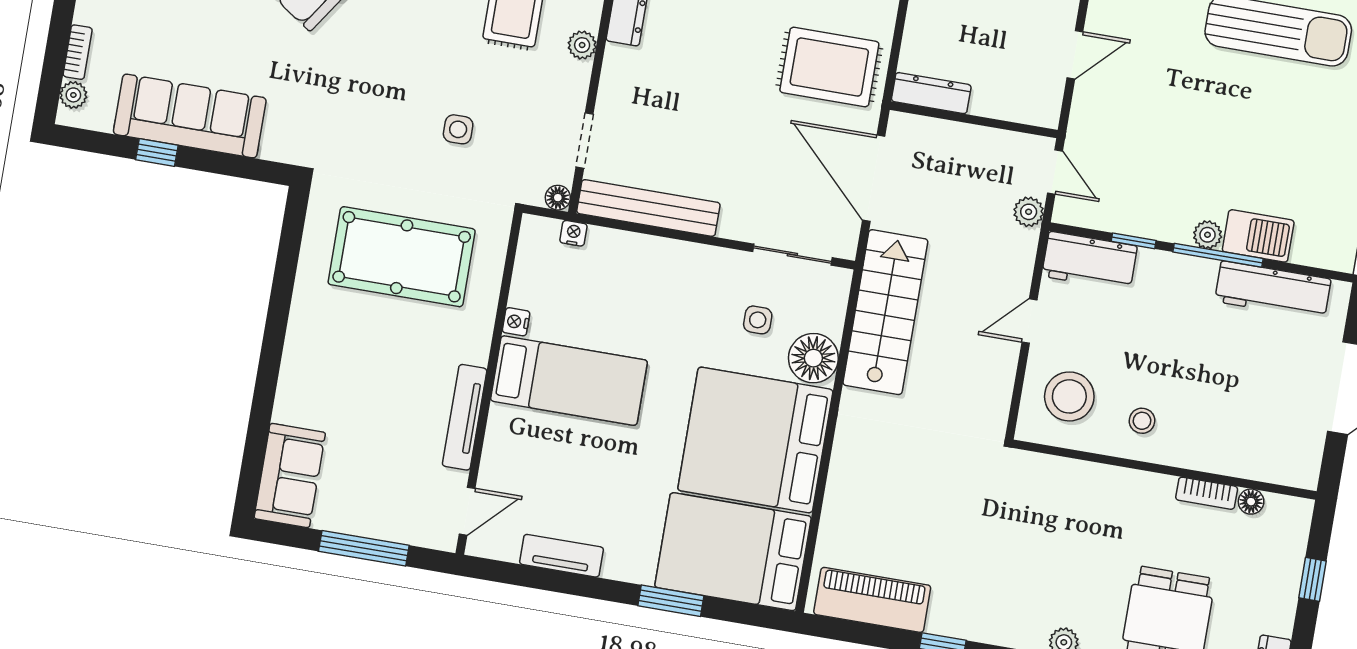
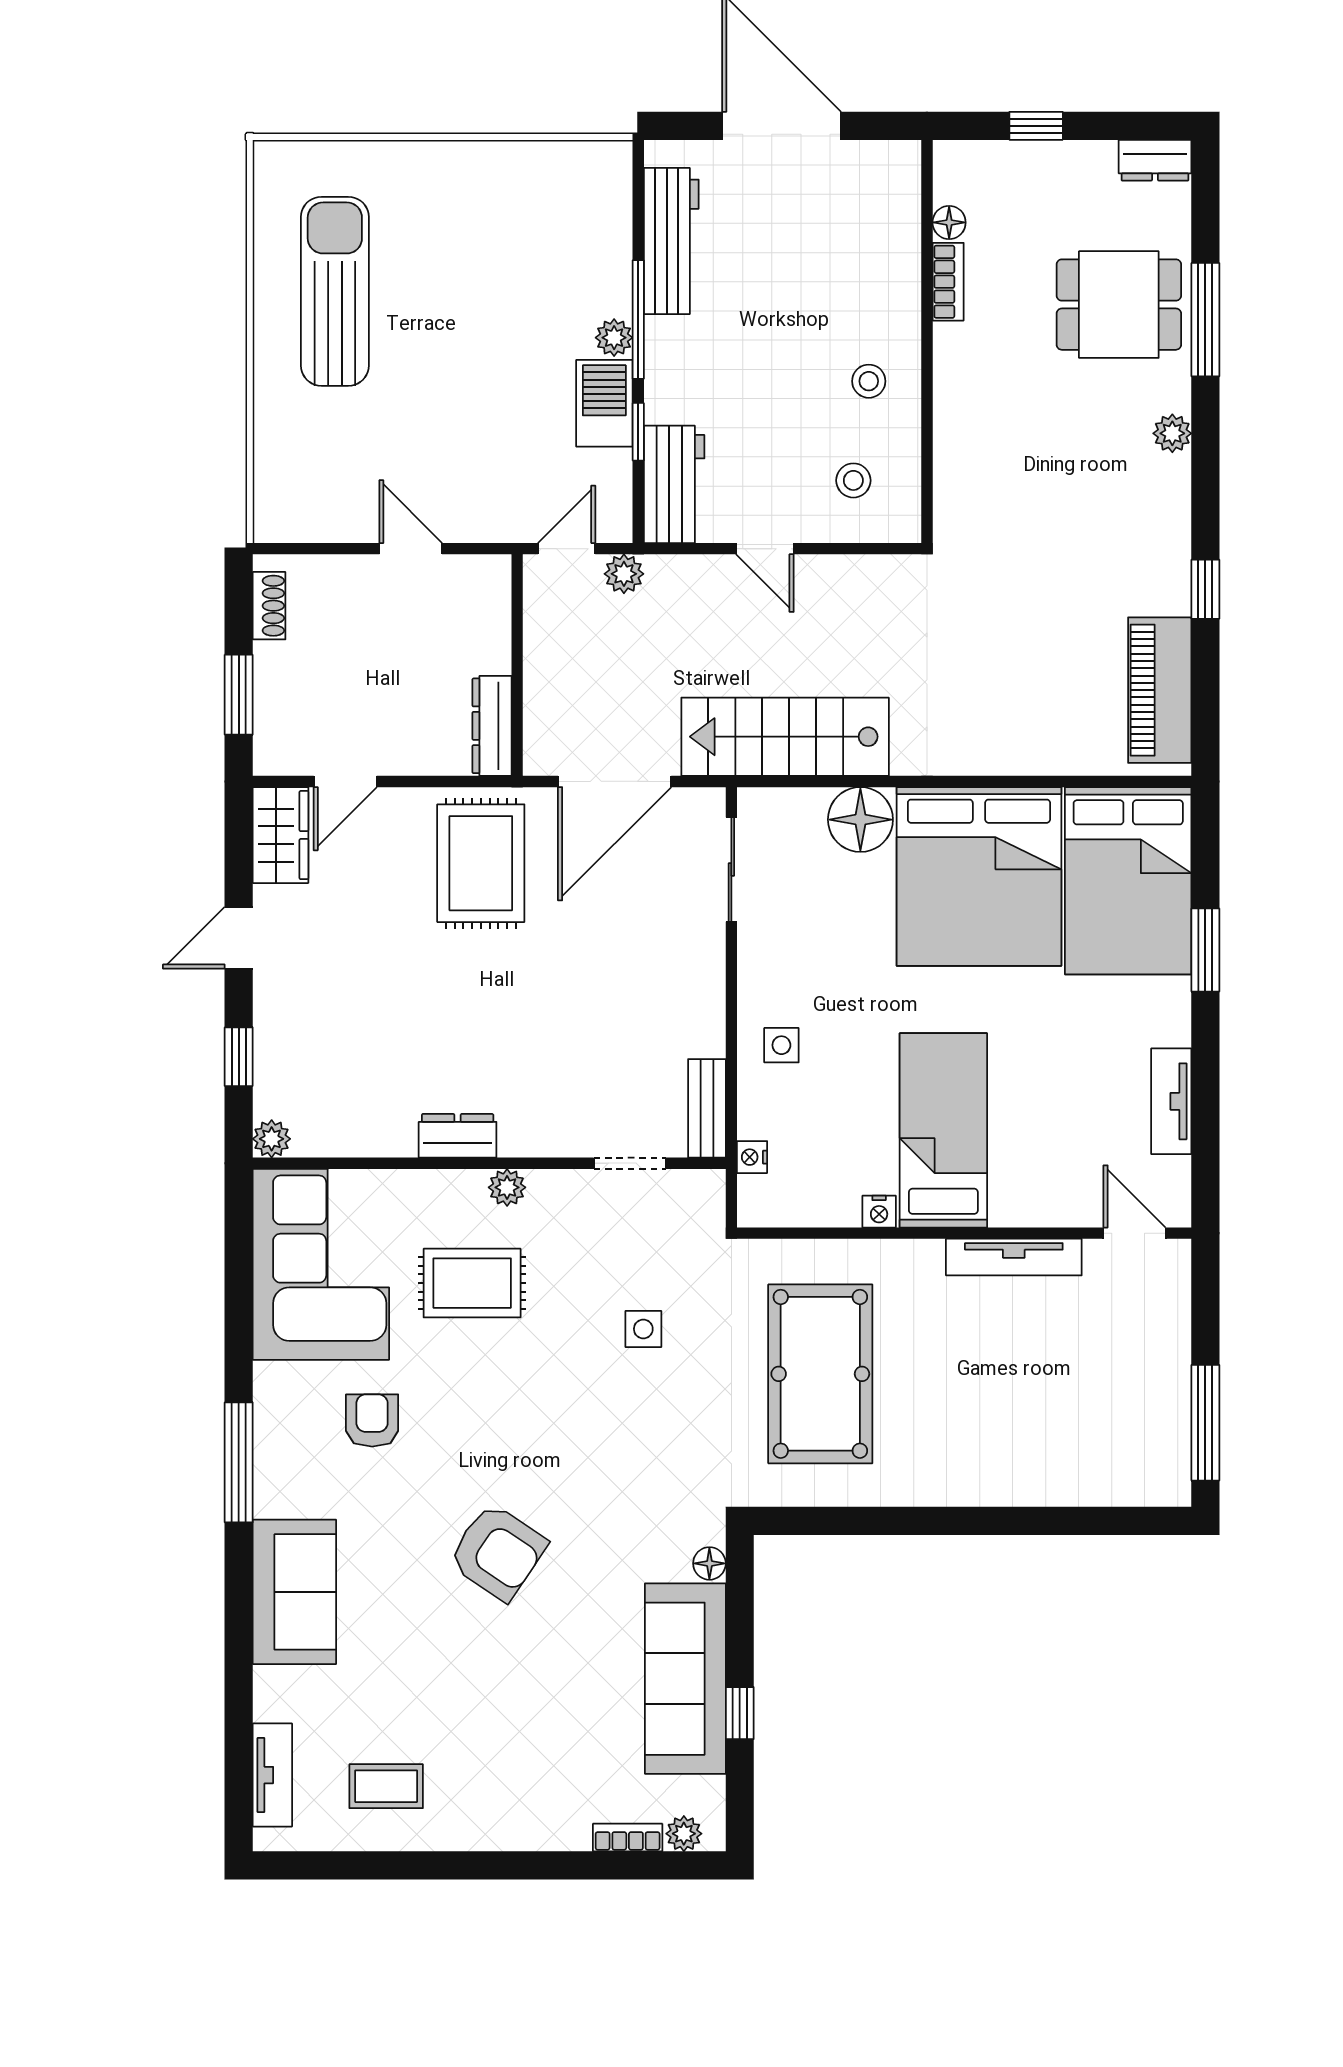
floor lamp: (558, 198) -> (709, 1563), moved
bench: (648, 208) -> (707, 1108), width x0.54, depth x0.82
barbecue: (1258, 236) -> (604, 403), moved
side table: (758, 320) -> (781, 1045), moved
stool: (1069, 396) -> (853, 480), width x0.53, depth x0.53
sofa: (290, 476) -> (1128, 1470), removed
window: (364, 548) -> (1205, 1423), moved

